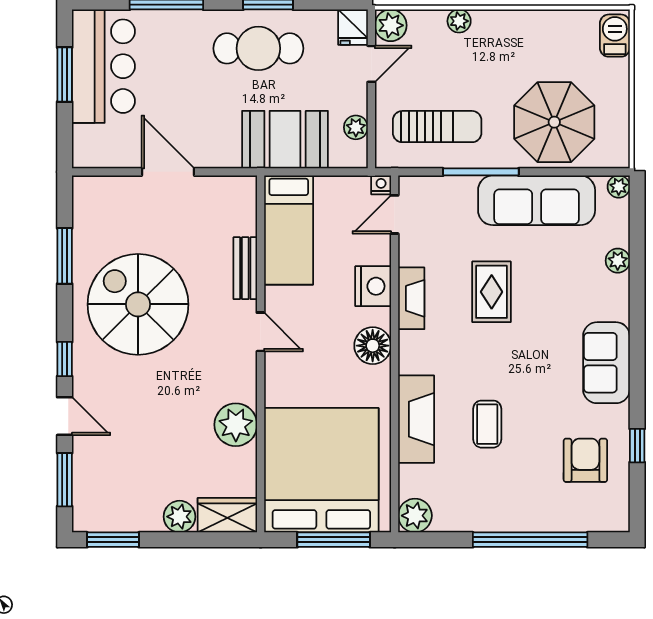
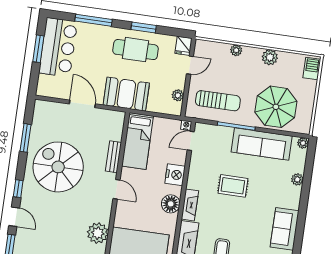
plant: (391, 25) -> (270, 57), moved
booth: (285, 140) -> (126, 94), moved
rug: (492, 292) -> (233, 186), turned 90
fireplace: (411, 298) -> (190, 205), moved

